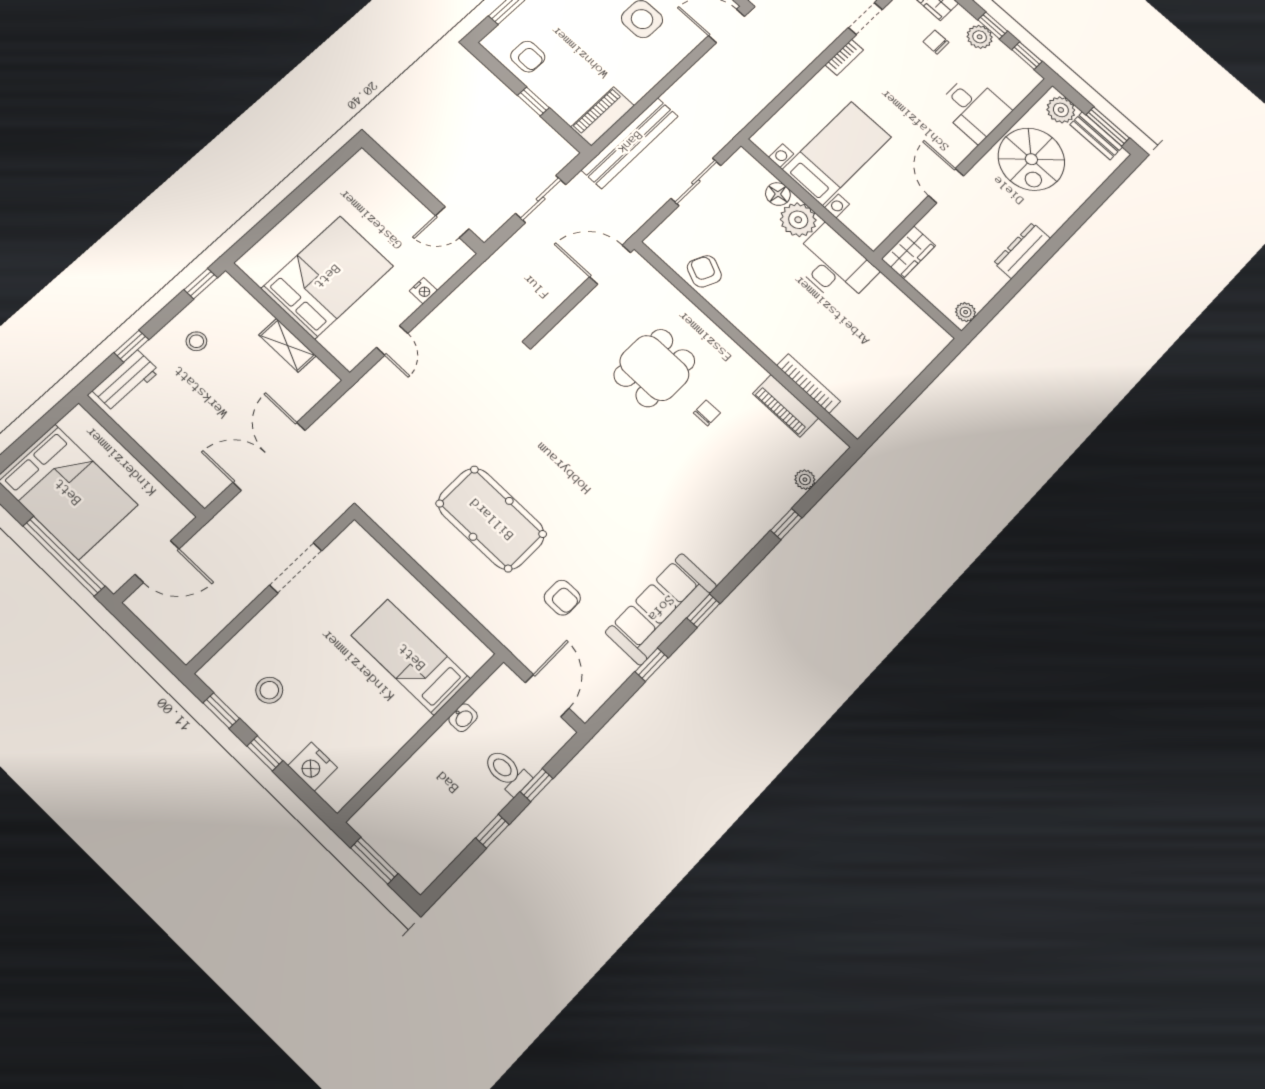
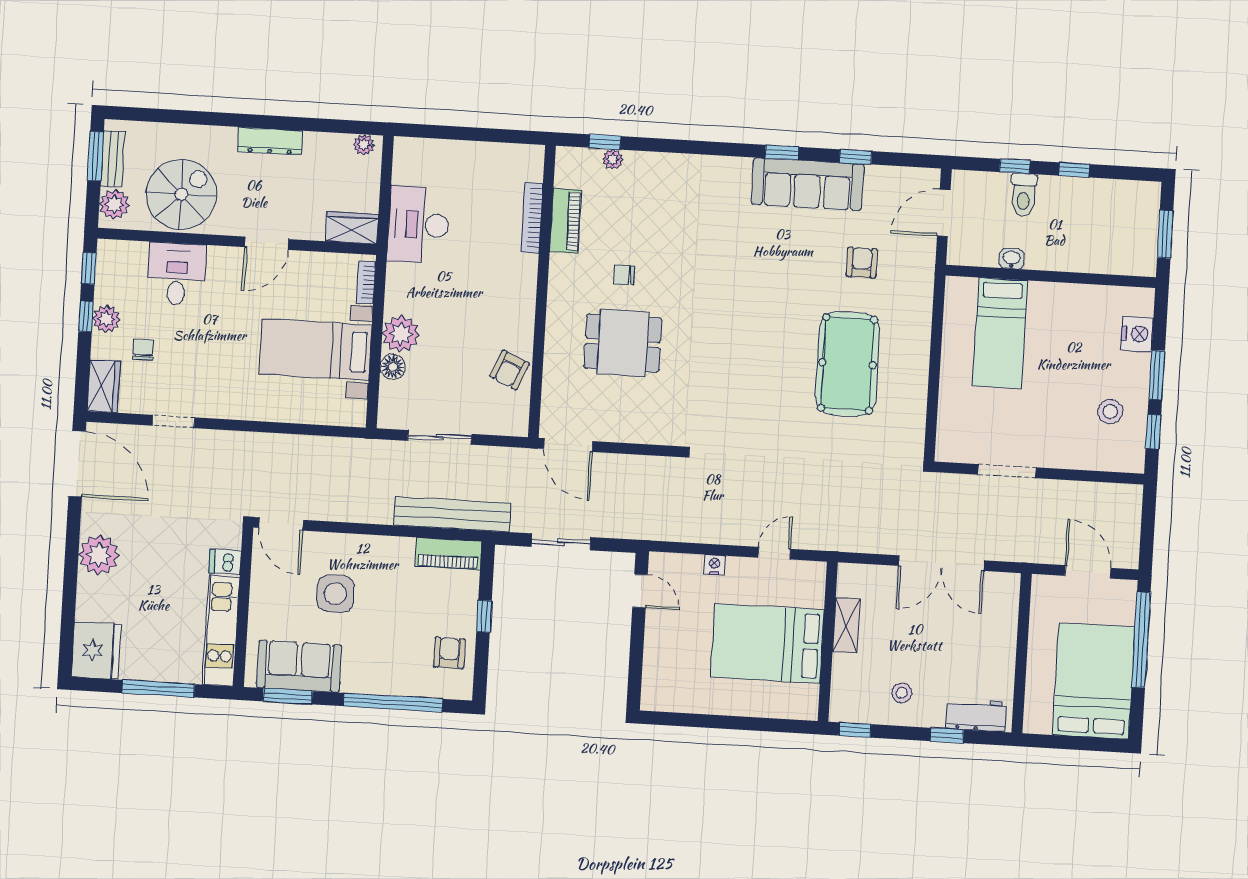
chair: (936, 42) -> (143, 350), turned 180
bookcase: (844, 57) -> (366, 282), moved, turned -90
desk: (834, 266) -> (418, 225), moved
window: (786, 524) -> (605, 142), moved
window: (265, 753) -> (1157, 375), width x1.50

